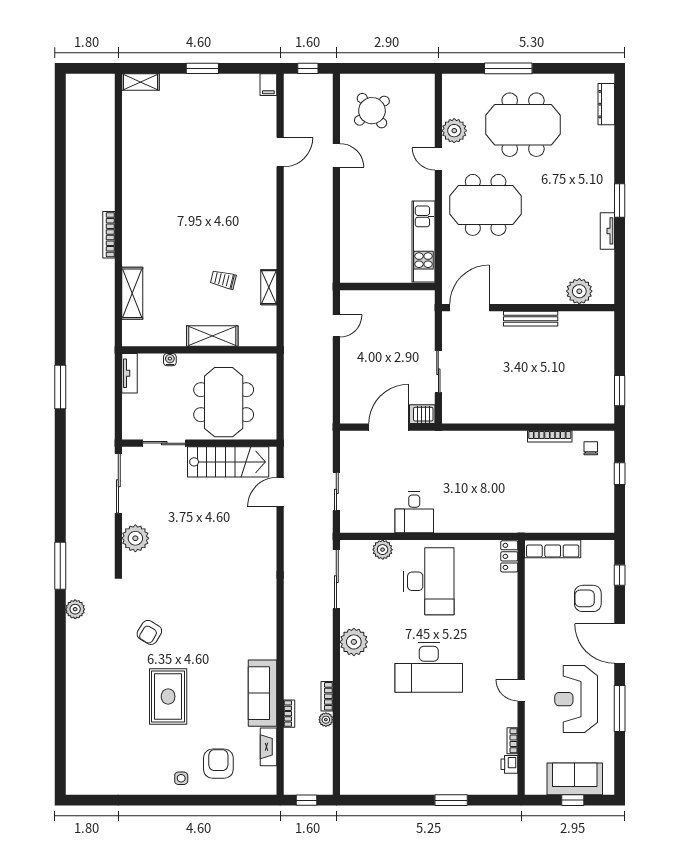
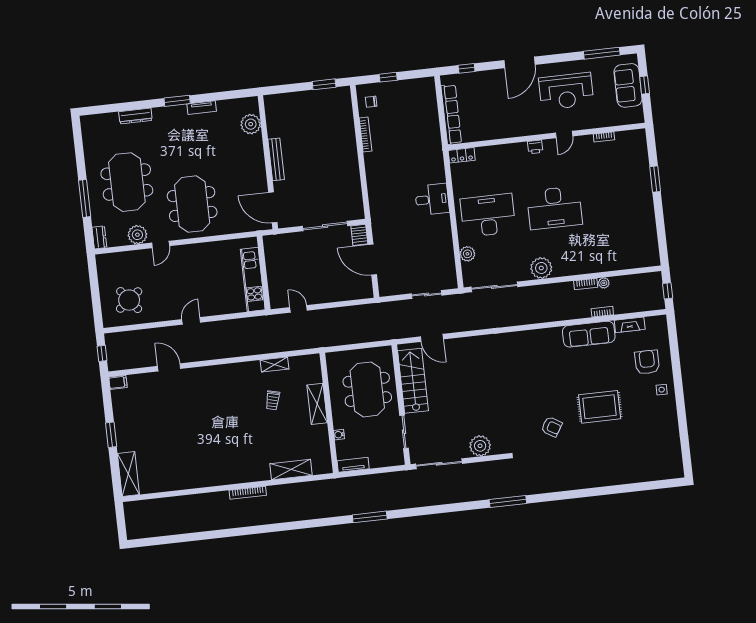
shelving: (140, 82) -> (128, 474), width x1.50, depth x1.33
dresser: (456, 82) -> (99, 237), added
dresser: (606, 104) -> (135, 116), moved
door: (336, 155) -> (191, 321), moved
kitchen unit: (424, 241) -> (253, 279), moved, turned 90
sliding door: (438, 372) -> (325, 226), width x1.37
meeting table: (224, 402) -> (367, 389), turned 90
desk: (414, 512) -> (432, 199), moved
row of seats: (553, 549) -> (451, 114), width x1.36
armchair: (588, 598) -> (487, 91), removed
plant: (75, 609) -> (540, 486), removed
desk: (429, 667) -> (554, 208), turned 90
window: (620, 708) -> (602, 53), moved
armchair: (218, 764) -> (647, 362), turned 90
printer: (509, 764) -> (535, 147), moved

